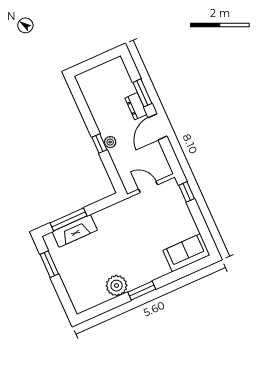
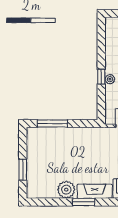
fireplace: (75, 231) -> (95, 191), moved, turned 180
window: (49, 264) -> (23, 170), moved

